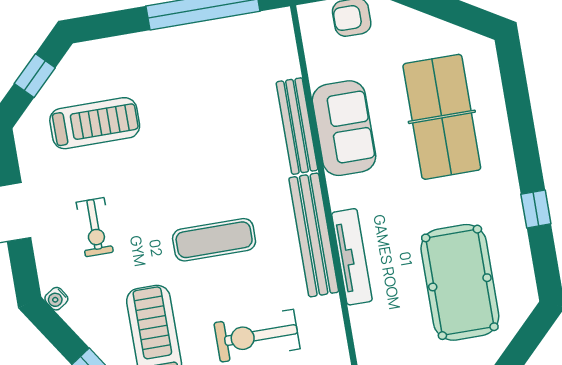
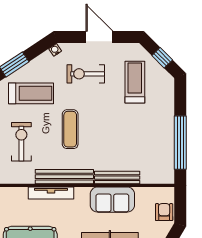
treadmill: (95, 123) -> (135, 82), turned 180
exercise bike: (95, 227) -> (86, 74), width x1.38, depth x1.39

